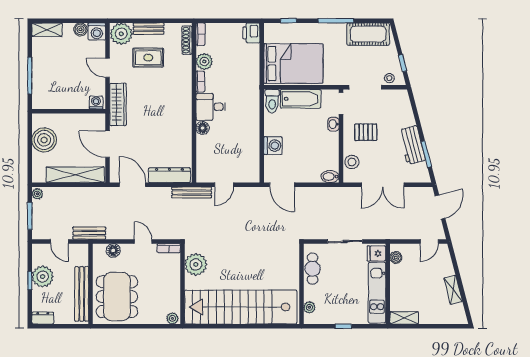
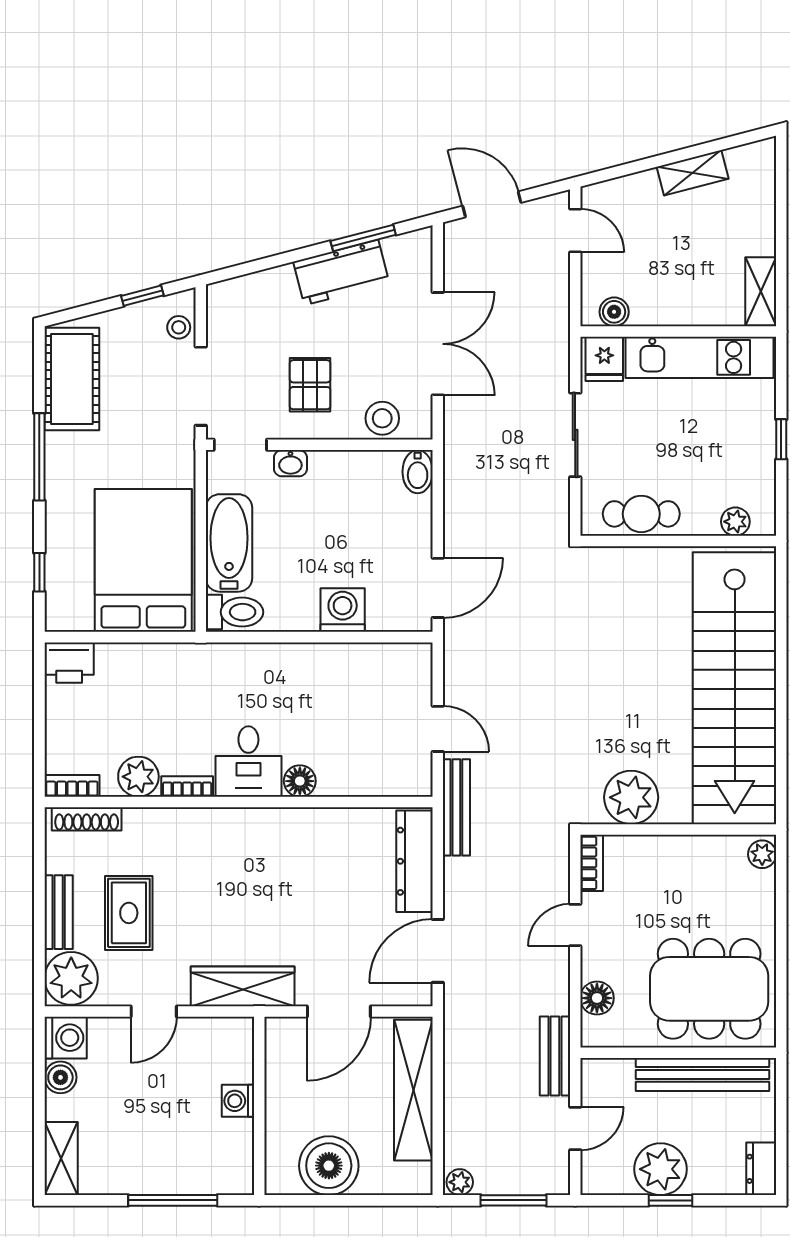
washing machine: (96, 102) -> (238, 1101), moved

